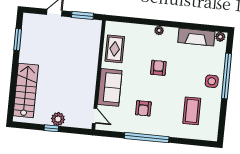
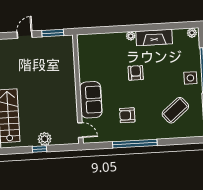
fireplace: (196, 37) -> (154, 38), moved
rug: (115, 49) -> (90, 61), removed
armchair: (143, 108) -> (127, 115), turned 90
coffee table: (192, 111) -> (175, 110), turned 50

